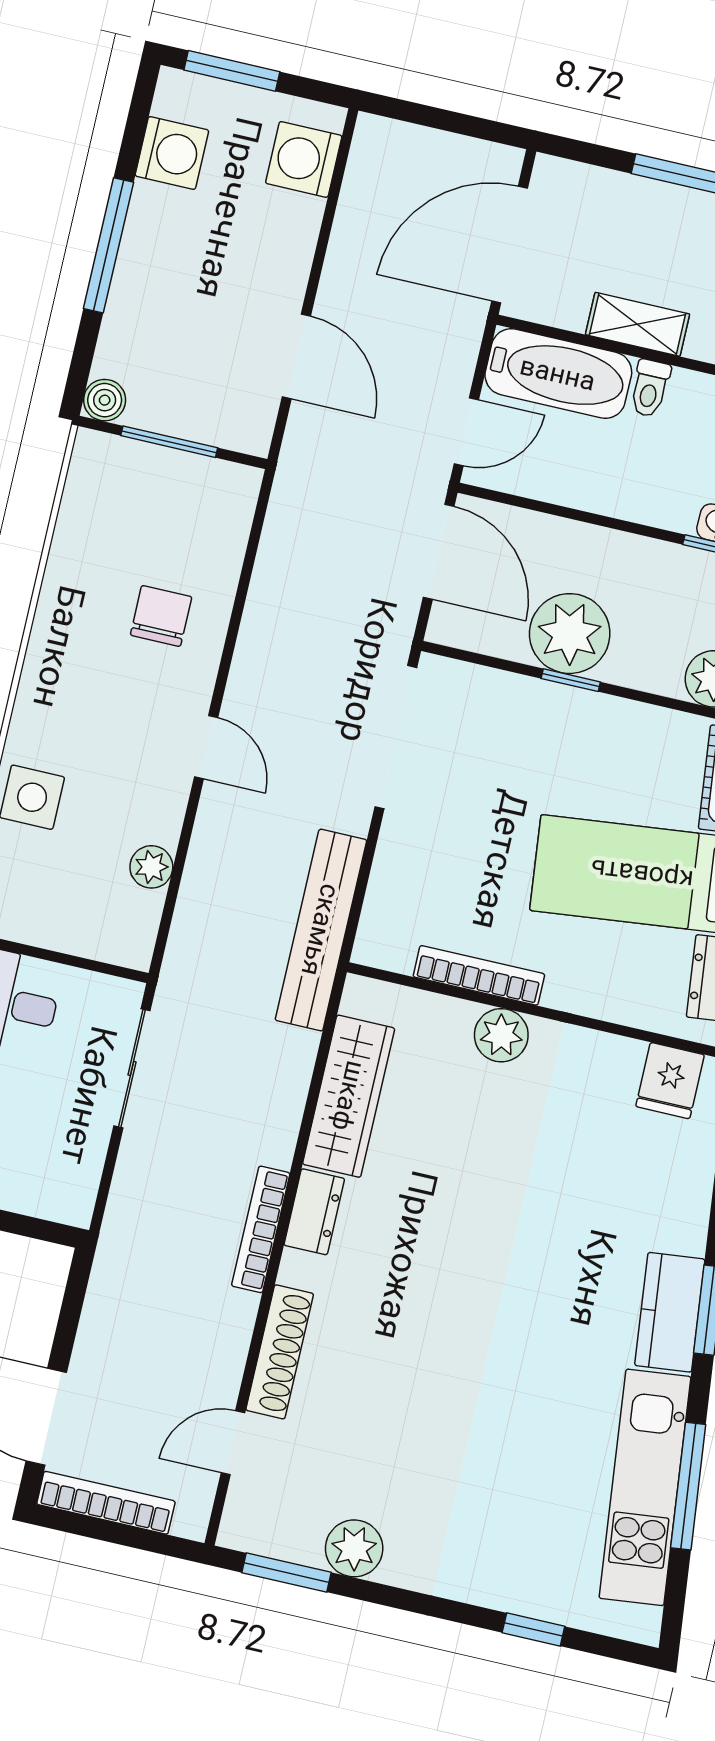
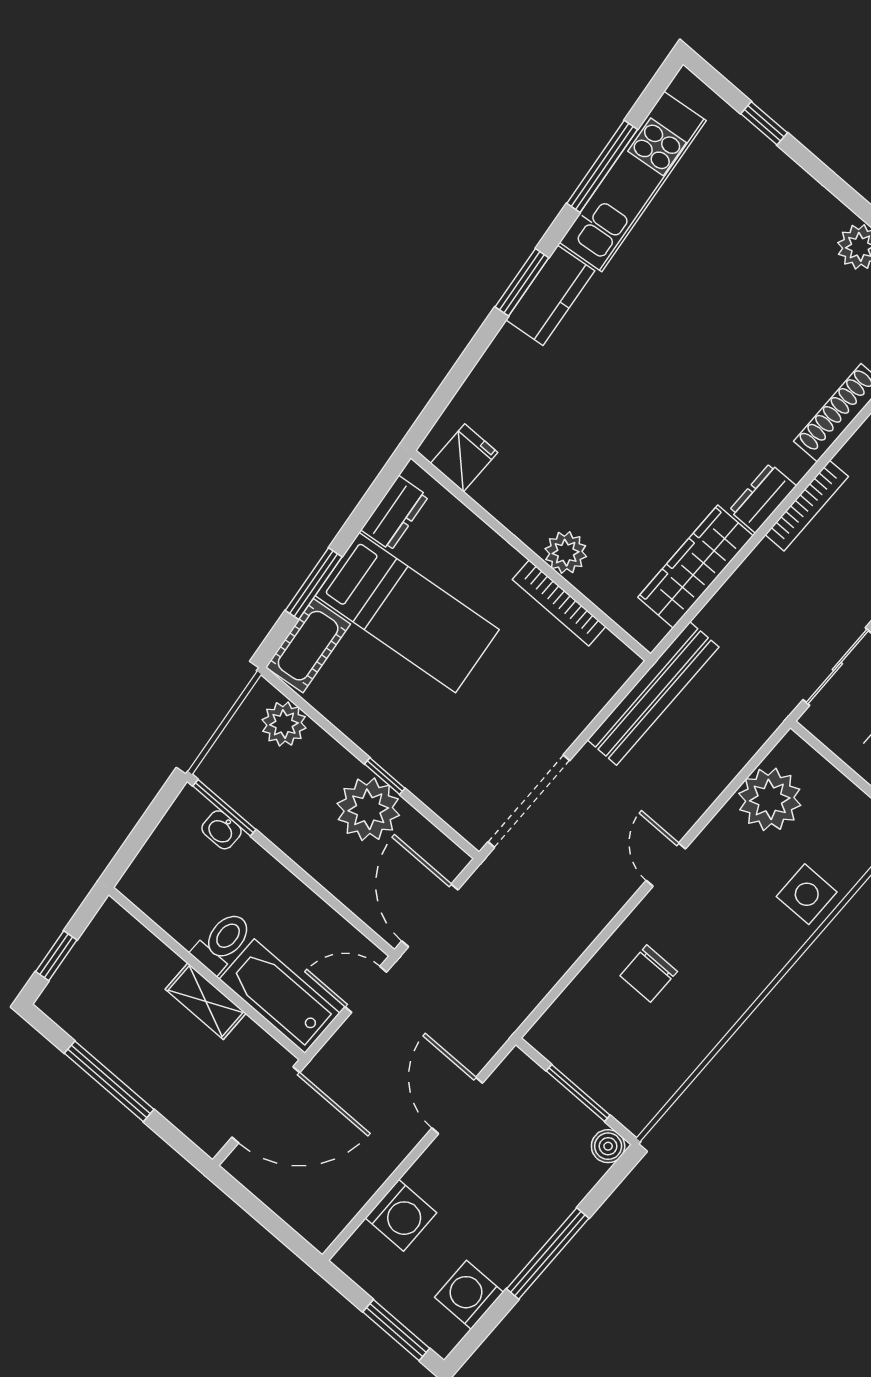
washing machine: (304, 159) -> (401, 1215), moved
toilet: (650, 388) -> (222, 942), width x1.37, depth x1.39
plant: (151, 867) -> (770, 799), width x1.88, depth x1.88

